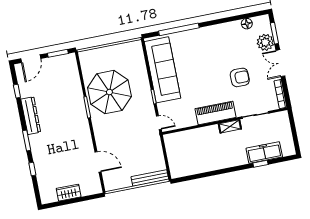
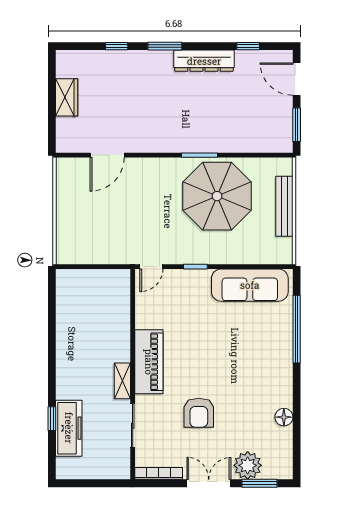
floor lamp: (247, 24) -> (284, 417), moved
sofa: (162, 70) -> (250, 285), width x0.74, depth x0.79
bench: (150, 178) -> (284, 206), moved

